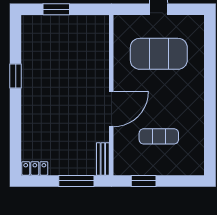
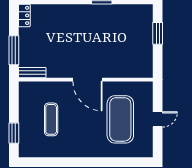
door: (111, 109) -> (87, 80), moved
window: (144, 181) -> (14, 133), moved

